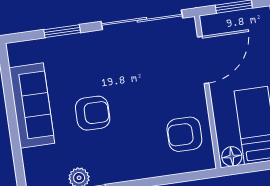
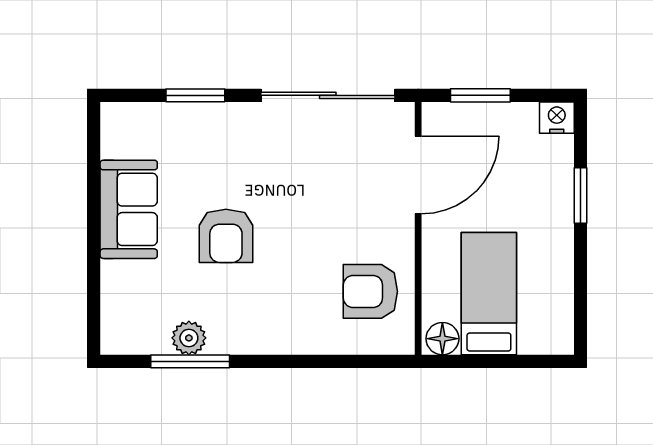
sofa: (32, 105) -> (129, 209), width x0.73
armchair: (93, 113) -> (226, 236), turned 90

